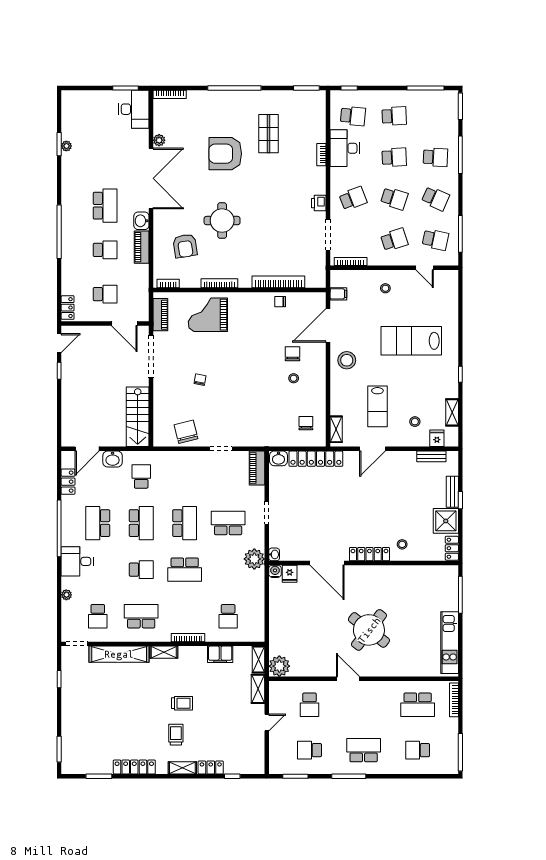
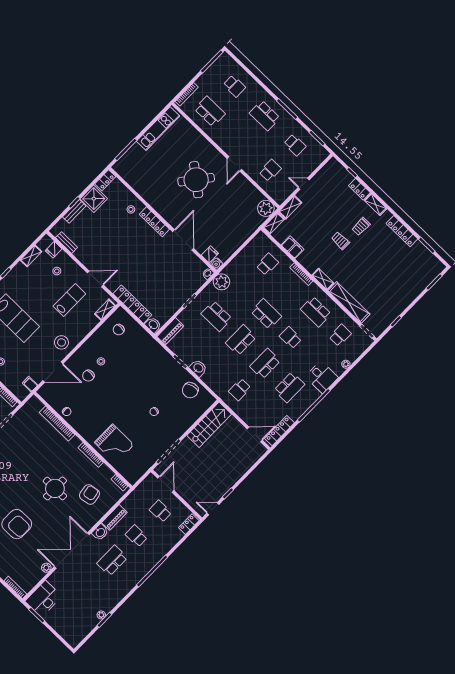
piano: (160, 315) -> (141, 469), removed
washbasin: (113, 459) -> (198, 368), moved
locker: (68, 482) -> (279, 431), width x1.53

